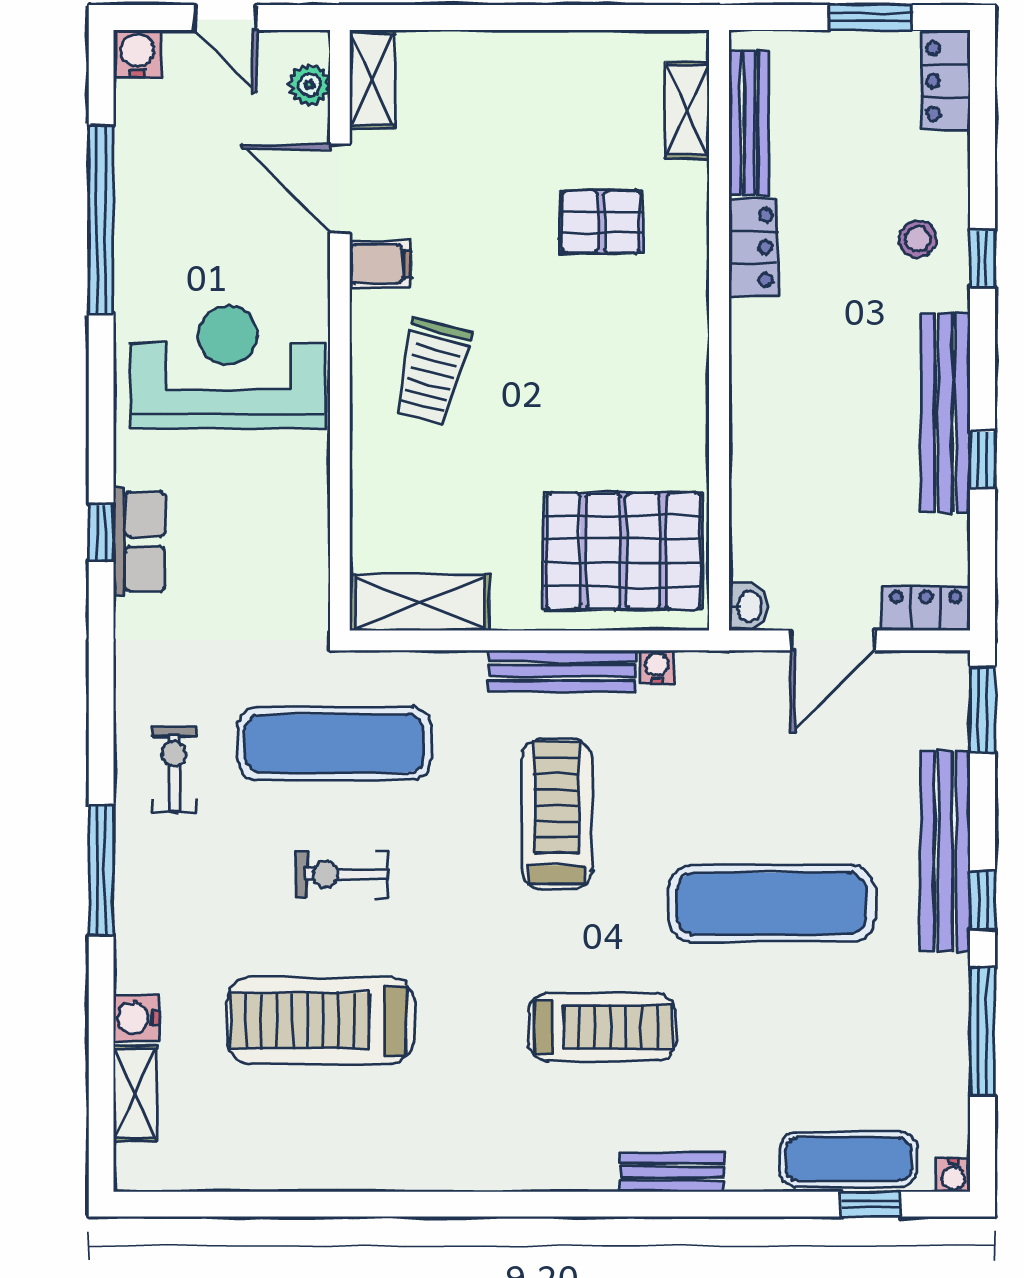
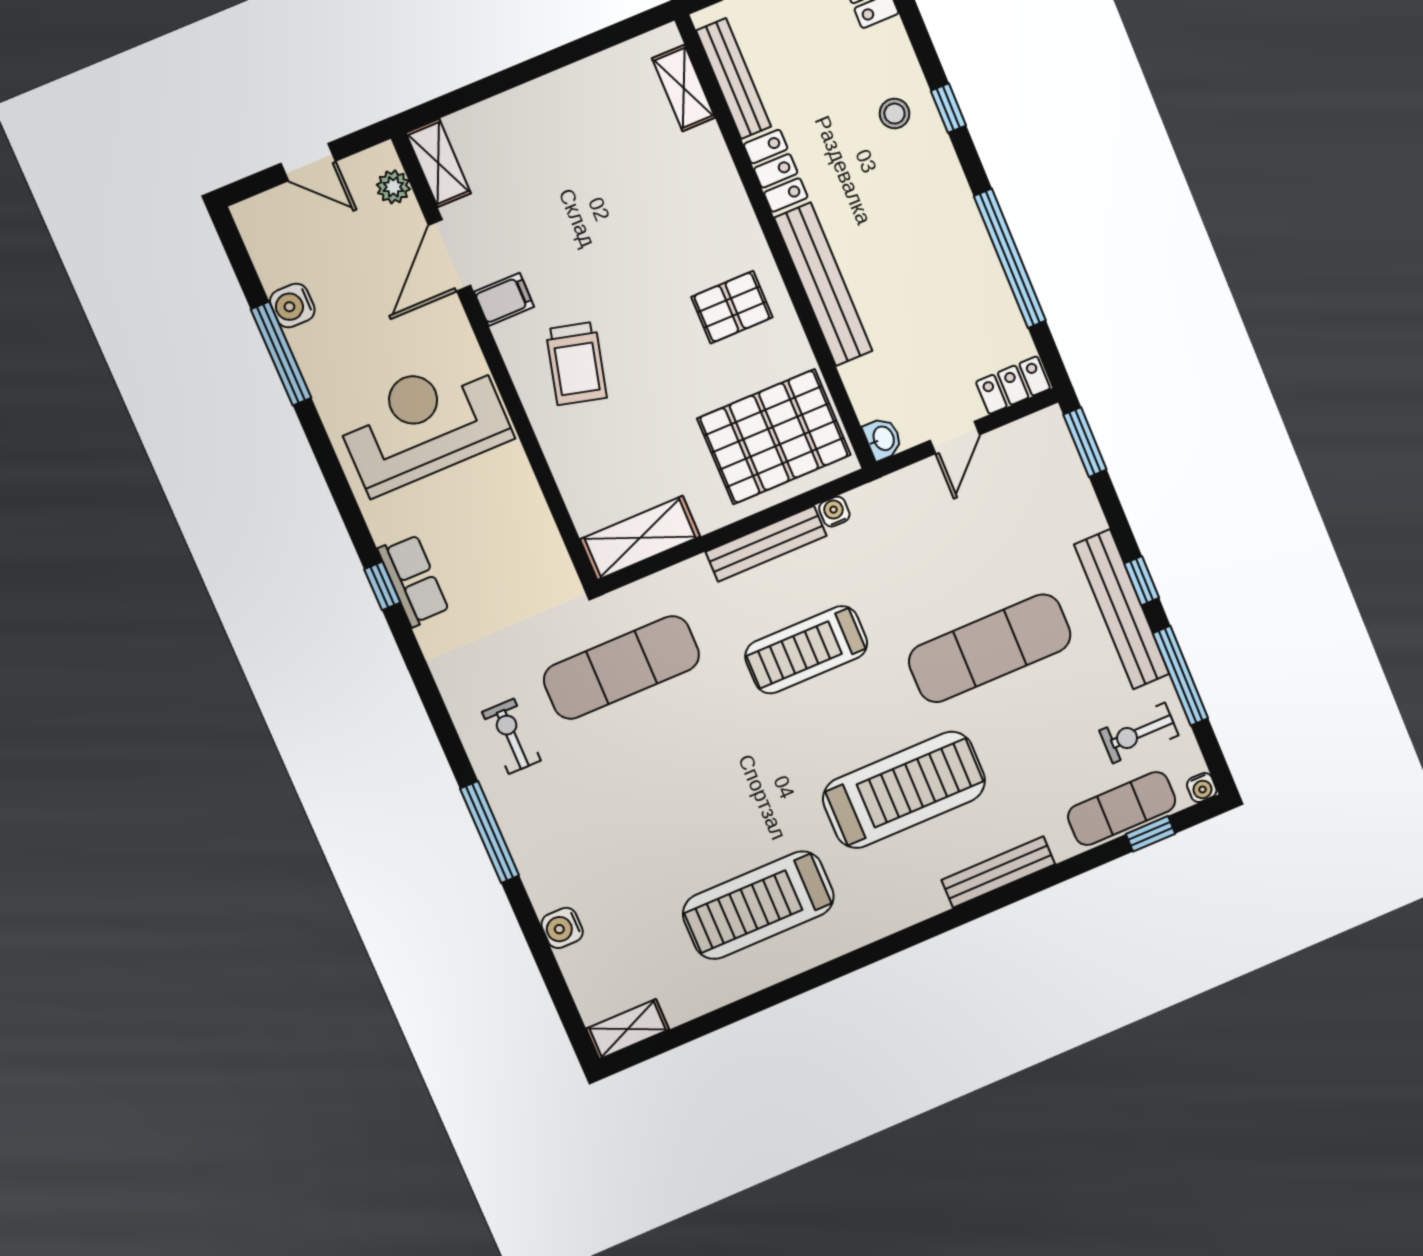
water cooler: (137, 54) -> (292, 305), moved, turned -90
door: (340, 189) -> (450, 255), hinge flipped
window: (101, 220) -> (281, 354), width x0.68
pallet: (601, 222) -> (732, 307), moved
bench: (945, 413) -> (823, 284), moved
window: (982, 460) -> (1010, 258), width x3.17
door: (833, 640) -> (955, 438), width x0.73
treadmill: (557, 814) -> (806, 650), turned -90
bench: (945, 852) -> (1122, 609), moved
exercise bike: (342, 874) -> (1139, 733), moved
treadmill: (321, 1021) -> (758, 905), moved
treadmill: (602, 1027) -> (904, 790), width x1.37, depth x1.38
shelving: (135, 1093) -> (628, 1029), moved, turned 90
bench: (672, 1172) -> (998, 872), width x1.36

